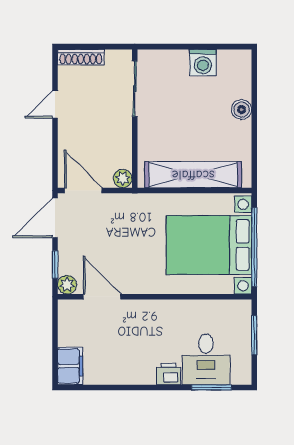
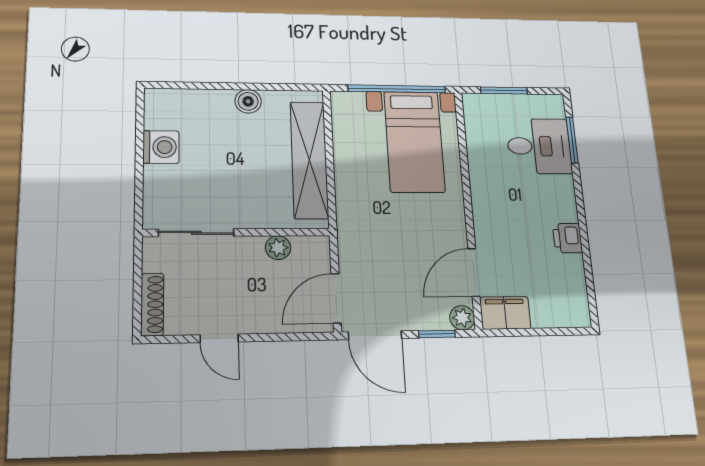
boiler: (242, 110) -> (248, 101), moved
plant: (123, 178) -> (278, 248), moved
bed with nightstands: (209, 245) -> (414, 142), width x0.73
filing cabinet: (70, 366) -> (505, 313), moved
printer: (168, 374) -> (568, 238), moved

